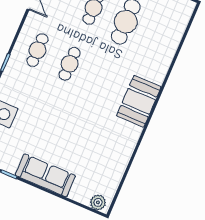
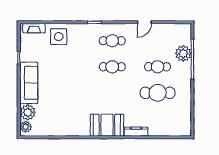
dresser: (162, 69) -> (136, 132), added
plant: (81, 192) -> (28, 112), added

